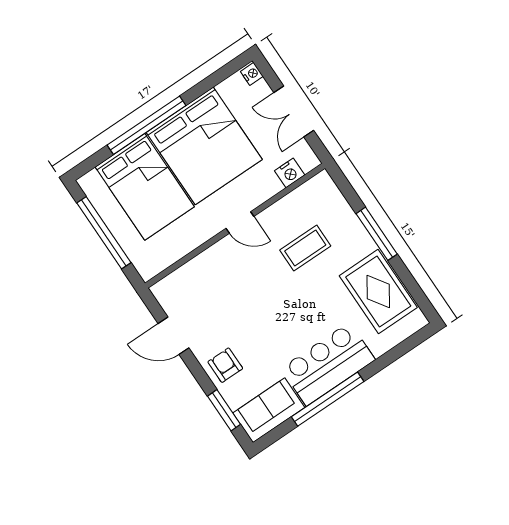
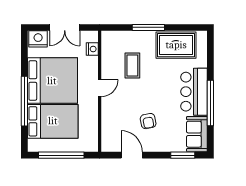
nightstand: (252, 74) -> (38, 39), width x1.89, depth x1.79
door: (174, 336) -> (132, 155), swing flipped
armchair: (225, 365) -> (148, 121), moved, turned -101

